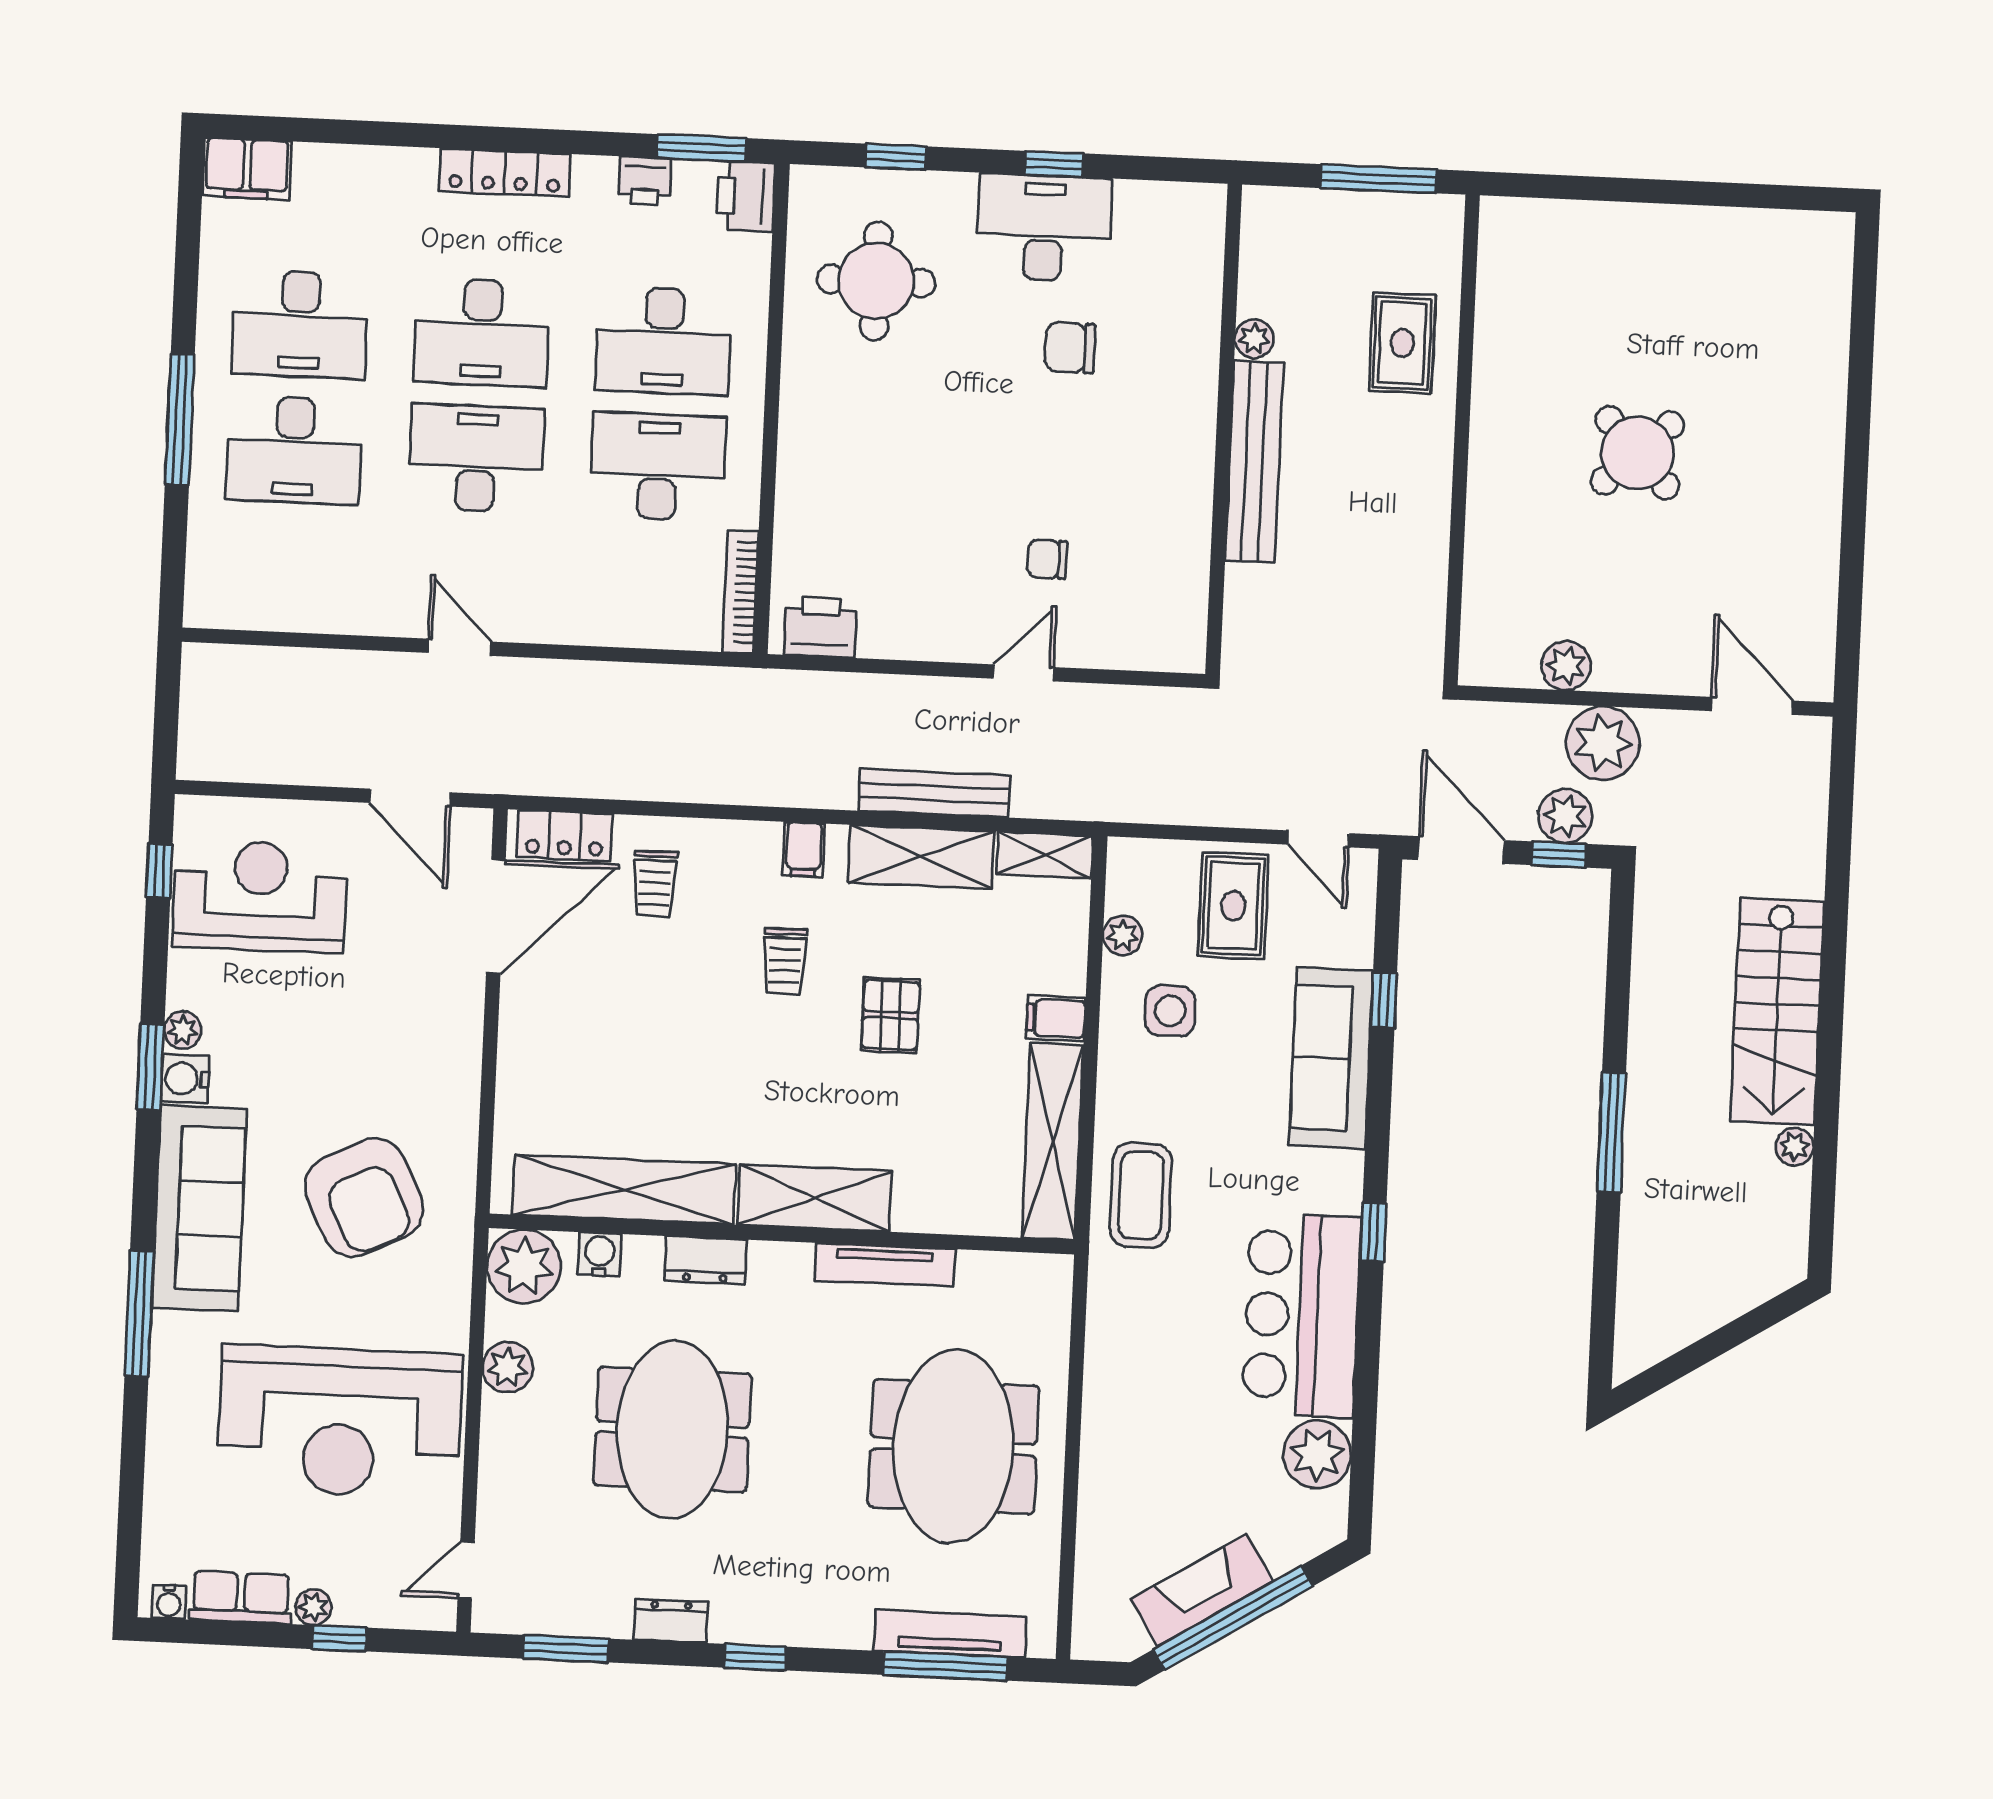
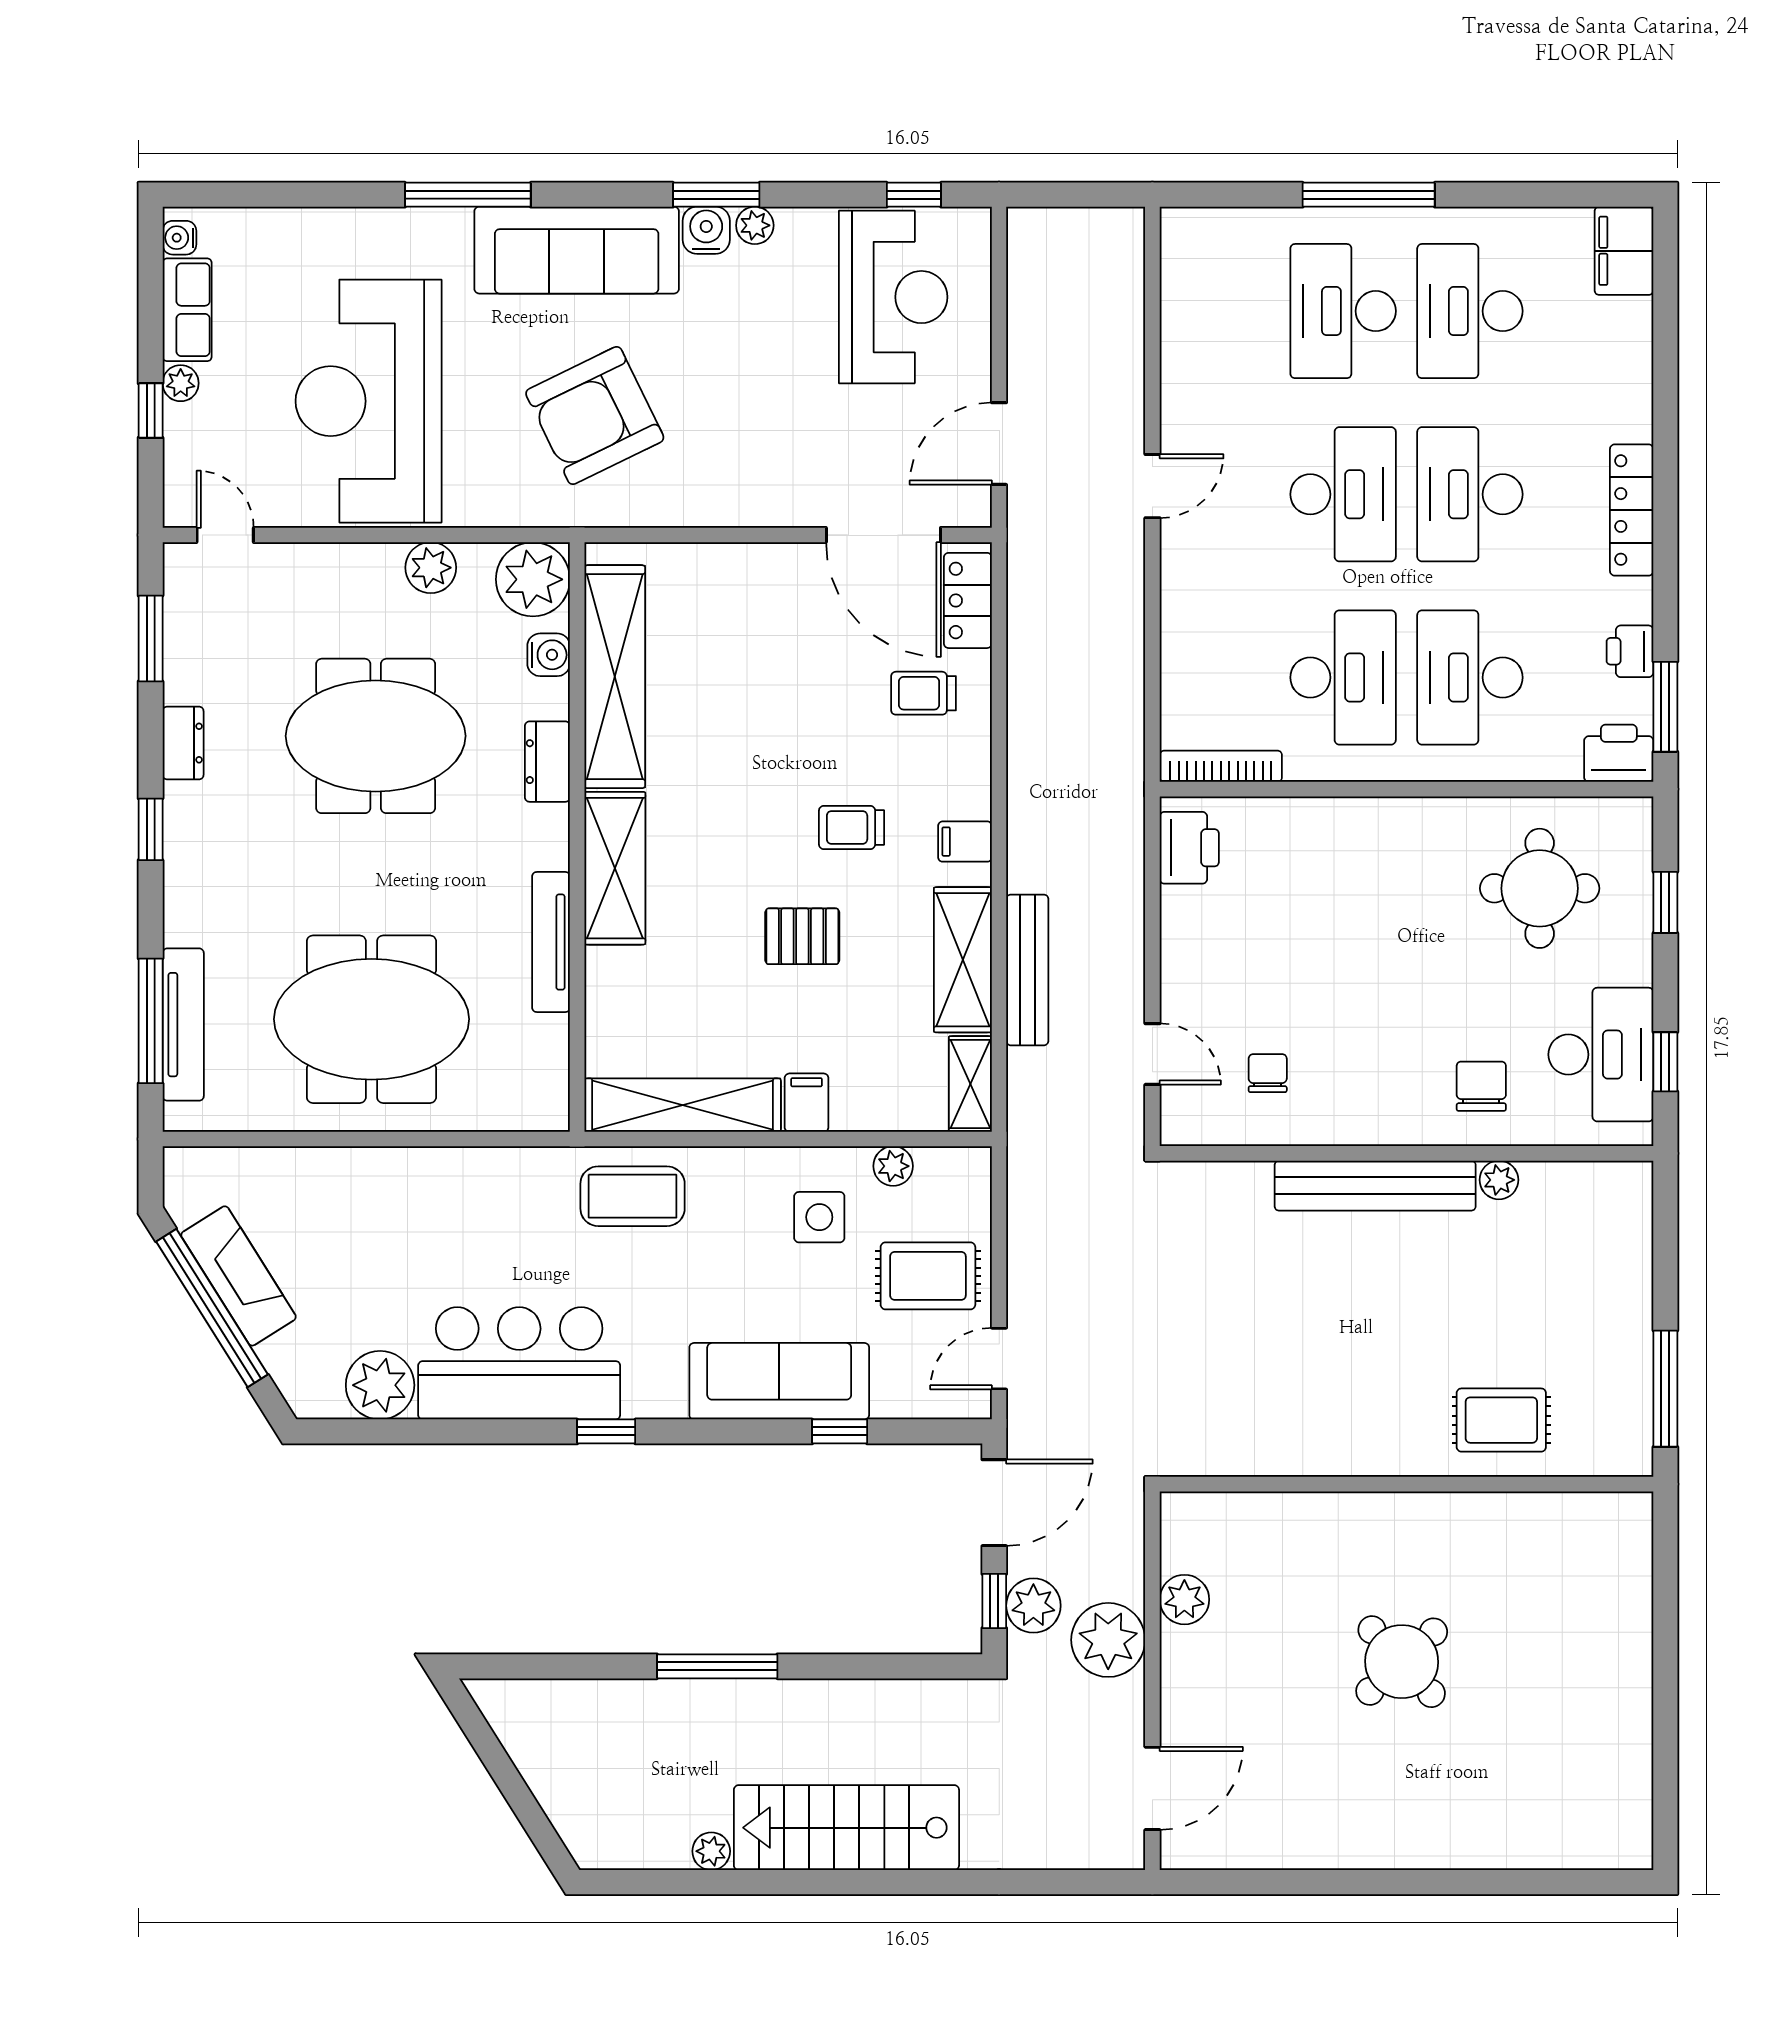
plant: (1254, 339) -> (1499, 1180), moved
wall: (1224, 429) -> (1407, 1153), moved
bench: (1254, 462) -> (1375, 1186), moved

